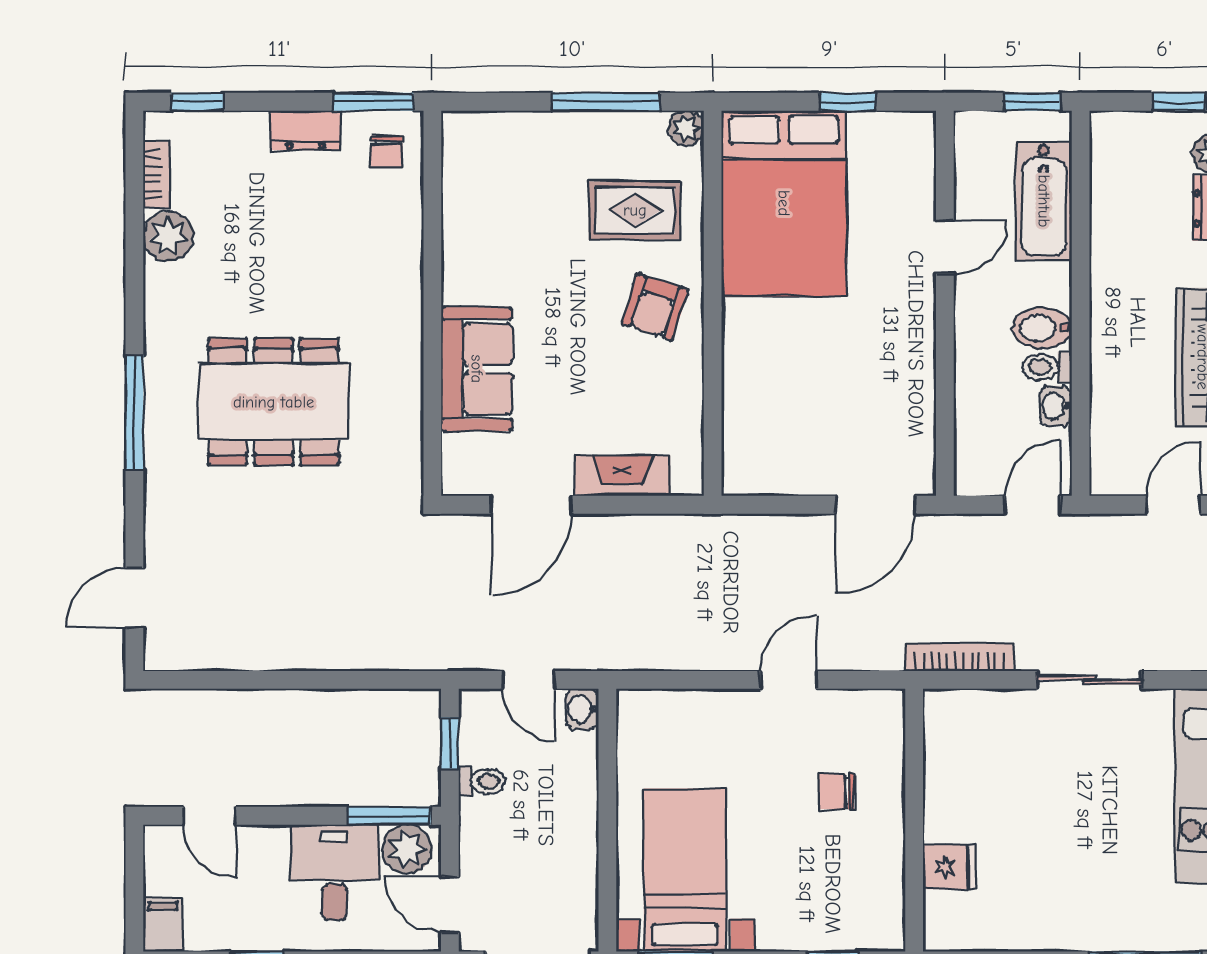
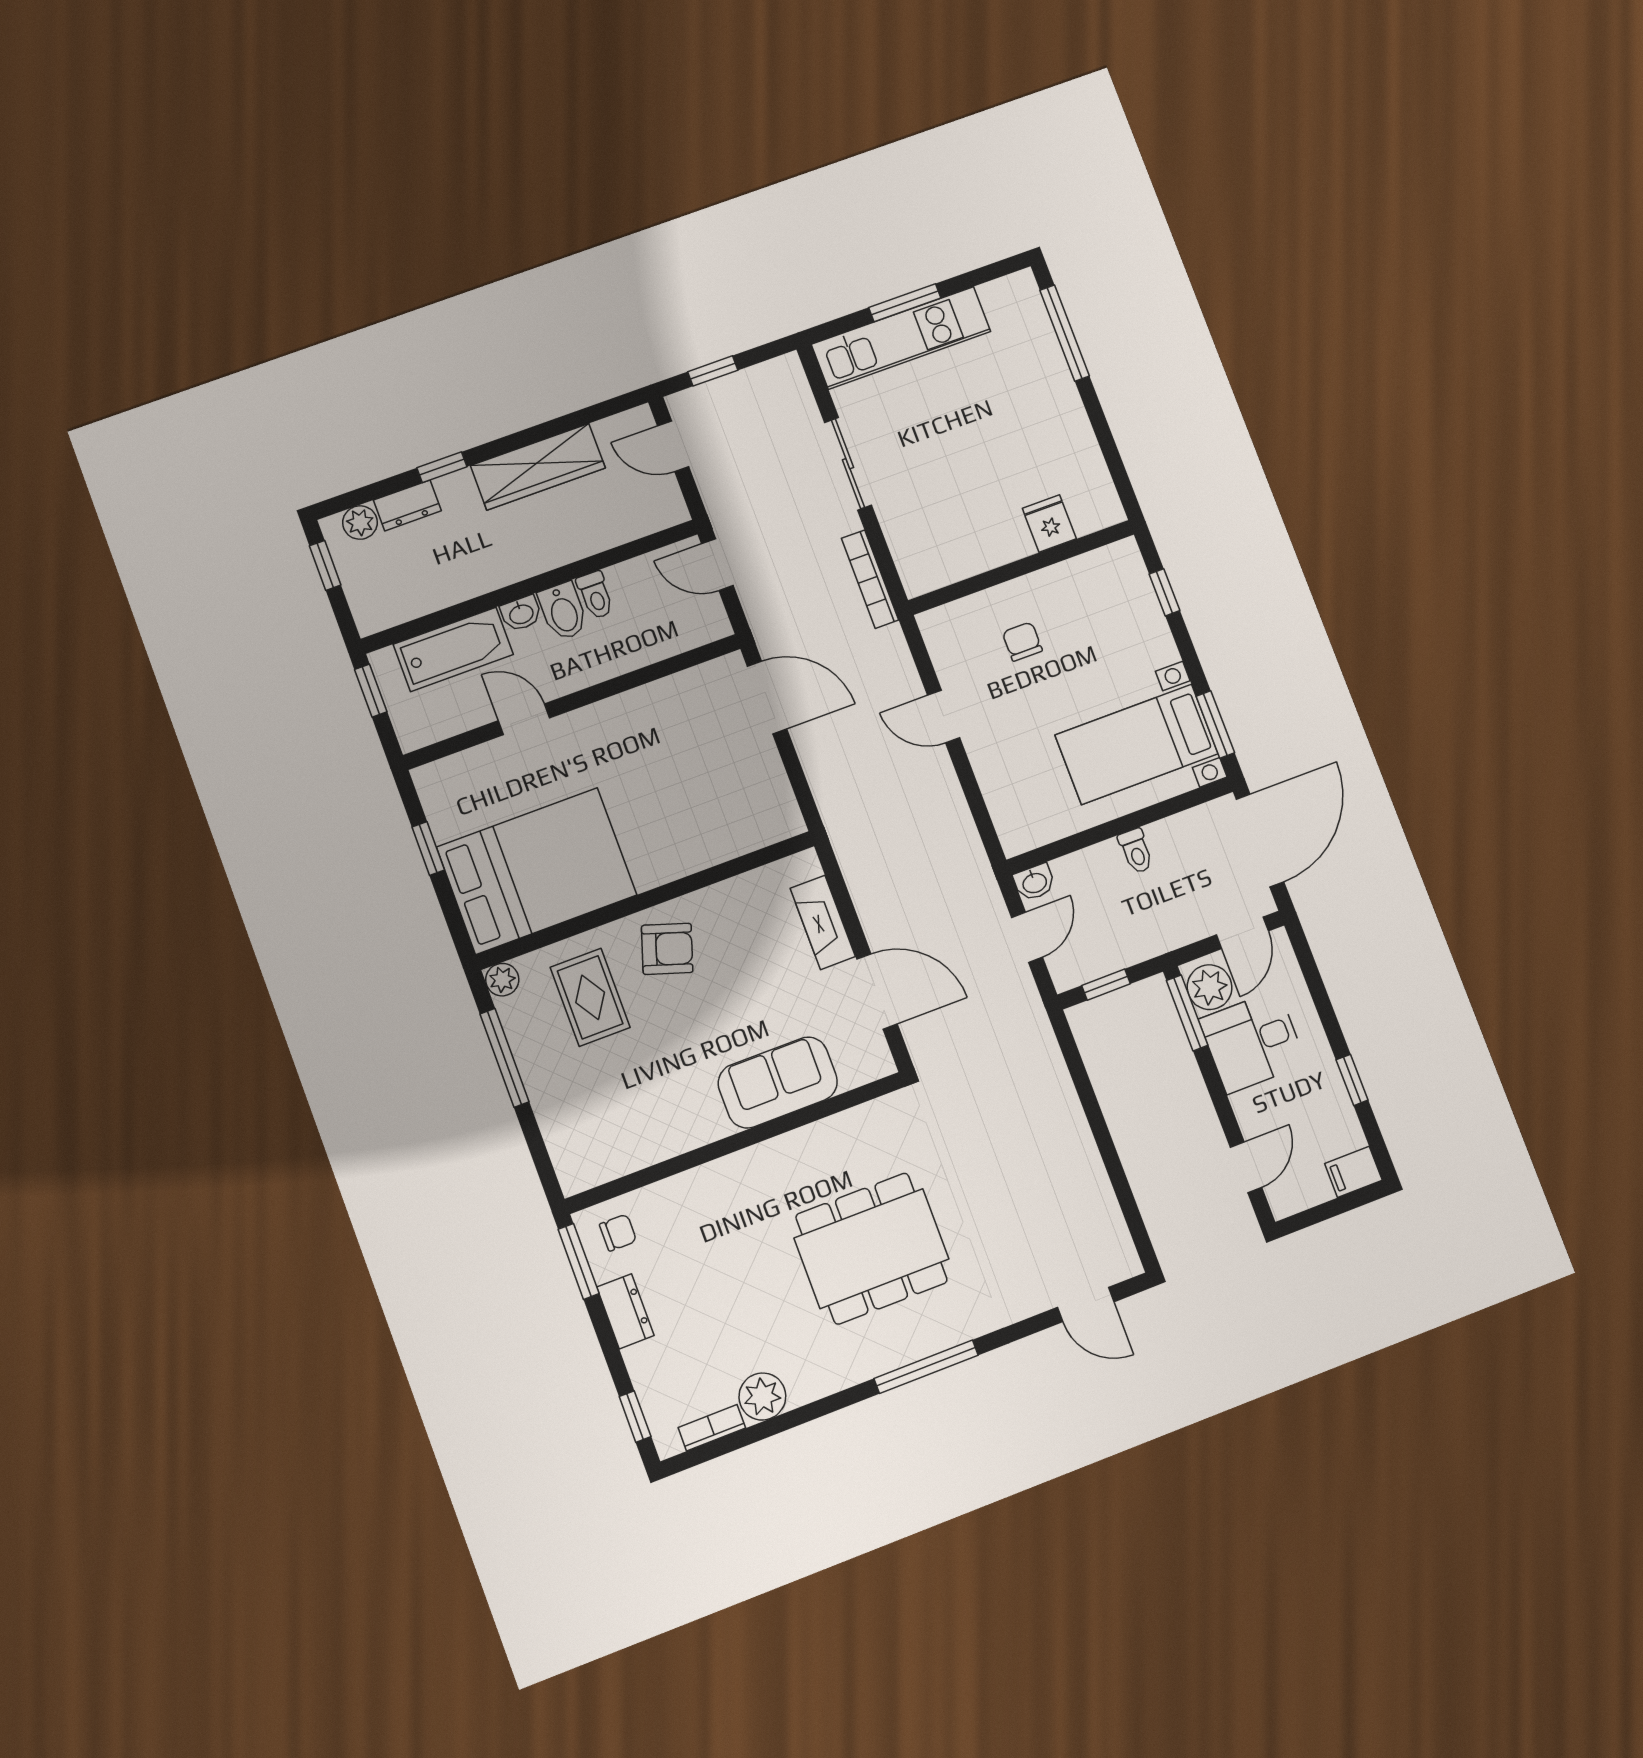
dining table: (274, 402) -> (871, 1249), turned 90
washbasin: (1056, 406) -> (521, 613), moved
toilet: (482, 781) -> (1136, 851), moved, turned 180
chair: (836, 792) -> (1022, 642), turned 180

